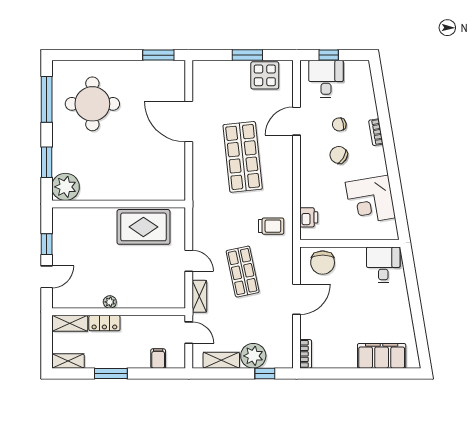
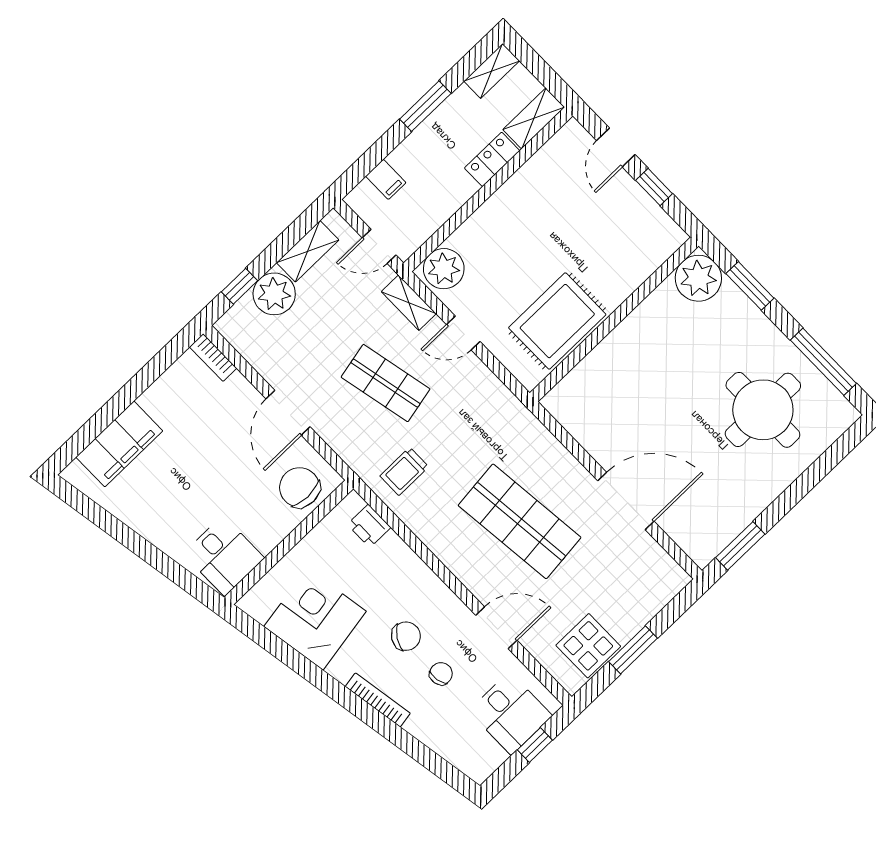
door: (297, 121) -> (496, 628), hinge flipped
bookcase: (376, 132) -> (378, 700), width x1.56
plant: (110, 302) -> (444, 269), moved, width x1.87, depth x1.87

